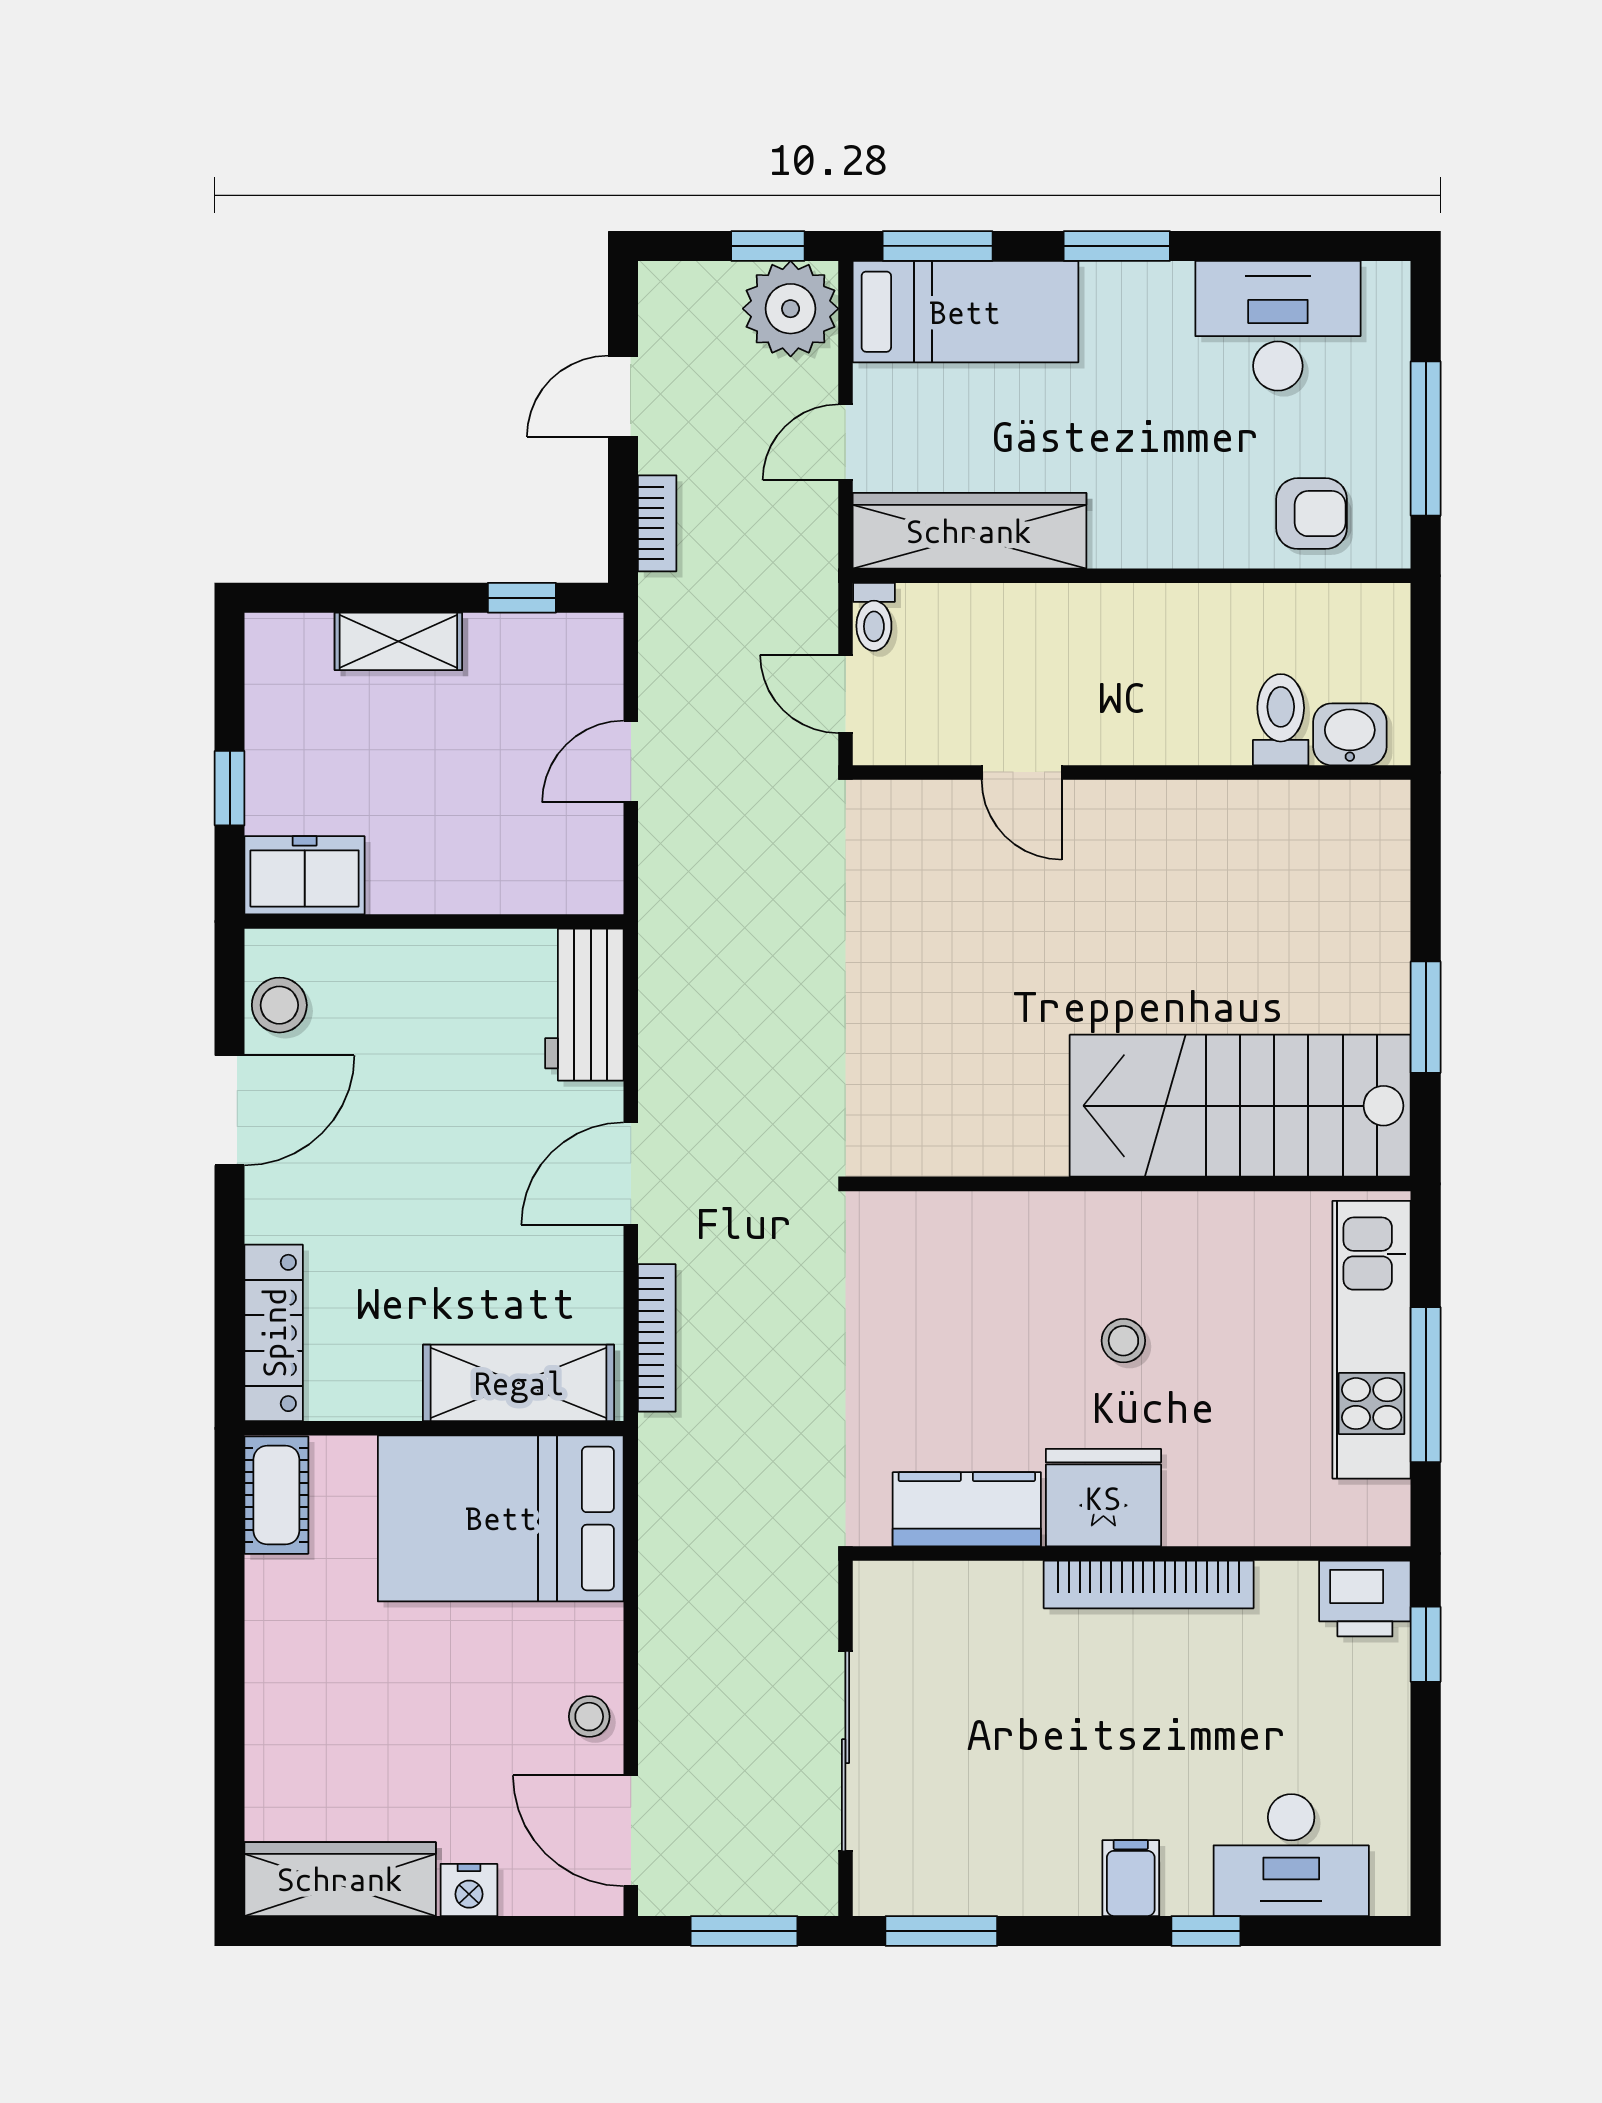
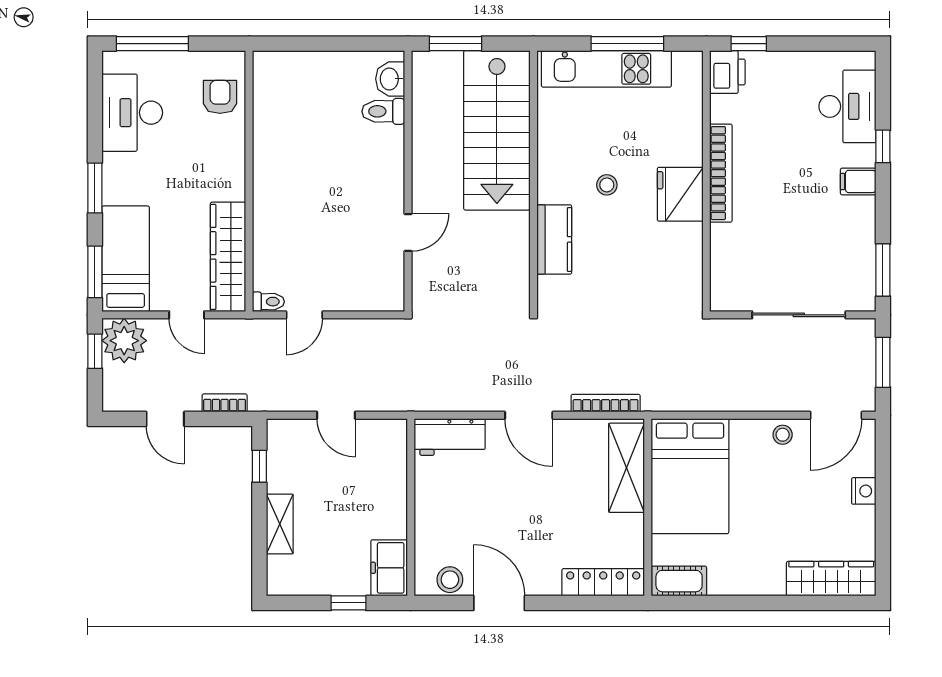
window: (1426, 438) -> (152, 44), moved
toilet: (1281, 720) -> (383, 111), moved
washbasin: (1350, 734) -> (390, 79), moved
door: (1022, 772) -> (408, 233), moved
wall: (1132, 772) -> (408, 181), moved
kitchen counter: (967, 1509) -> (554, 239), moved, turned 180
wardrobe: (340, 1879) -> (831, 579), moved, turned 90

